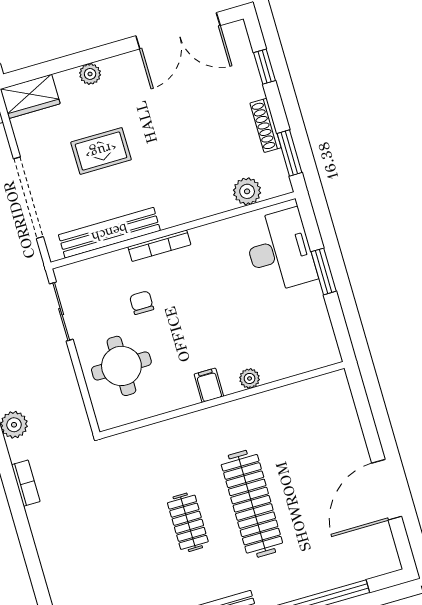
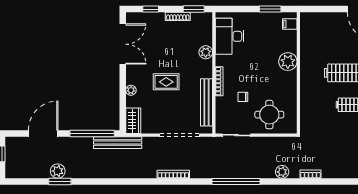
rug: (101, 151) -> (166, 82), moved, turned 90
plant: (247, 191) -> (206, 52), moved
desk: (280, 251) -> (230, 36), moved, turned -90
window: (324, 271) -> (270, 9), moved
plant: (250, 378) -> (288, 62), width x1.87, depth x1.87
filing cabinet: (209, 385) -> (290, 24), moved

